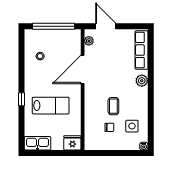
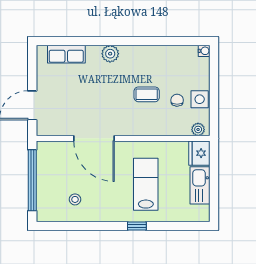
plant: (89, 41) -> (198, 129), moved
row of seats: (141, 50) -> (66, 54), width x0.68
side table: (132, 126) -> (200, 99), moved
kitchen sink: (38, 143) -> (200, 185), moved

